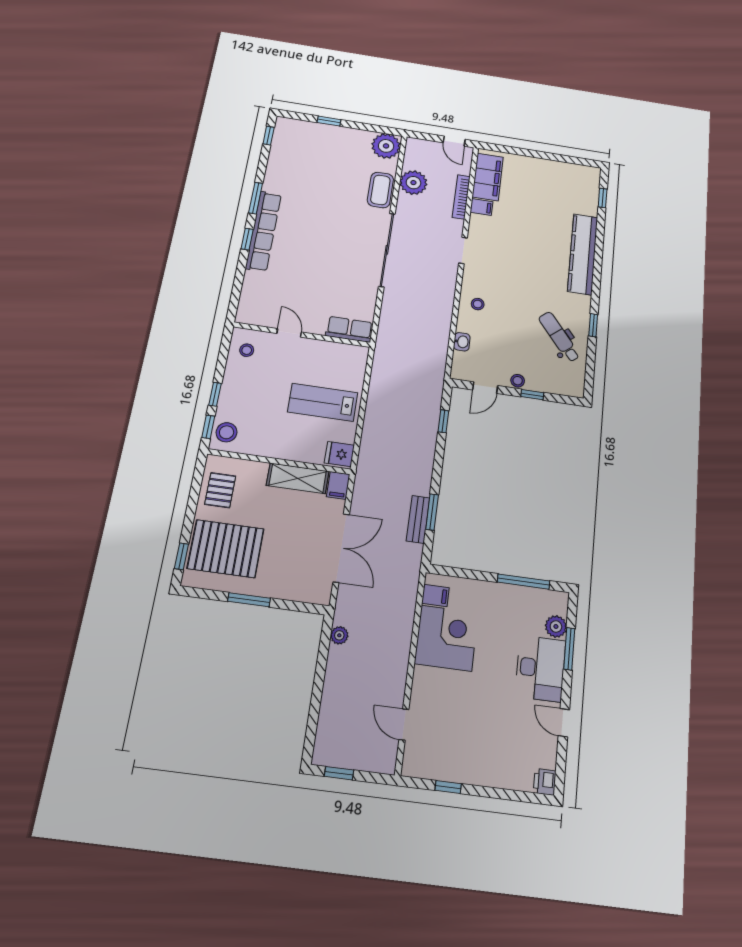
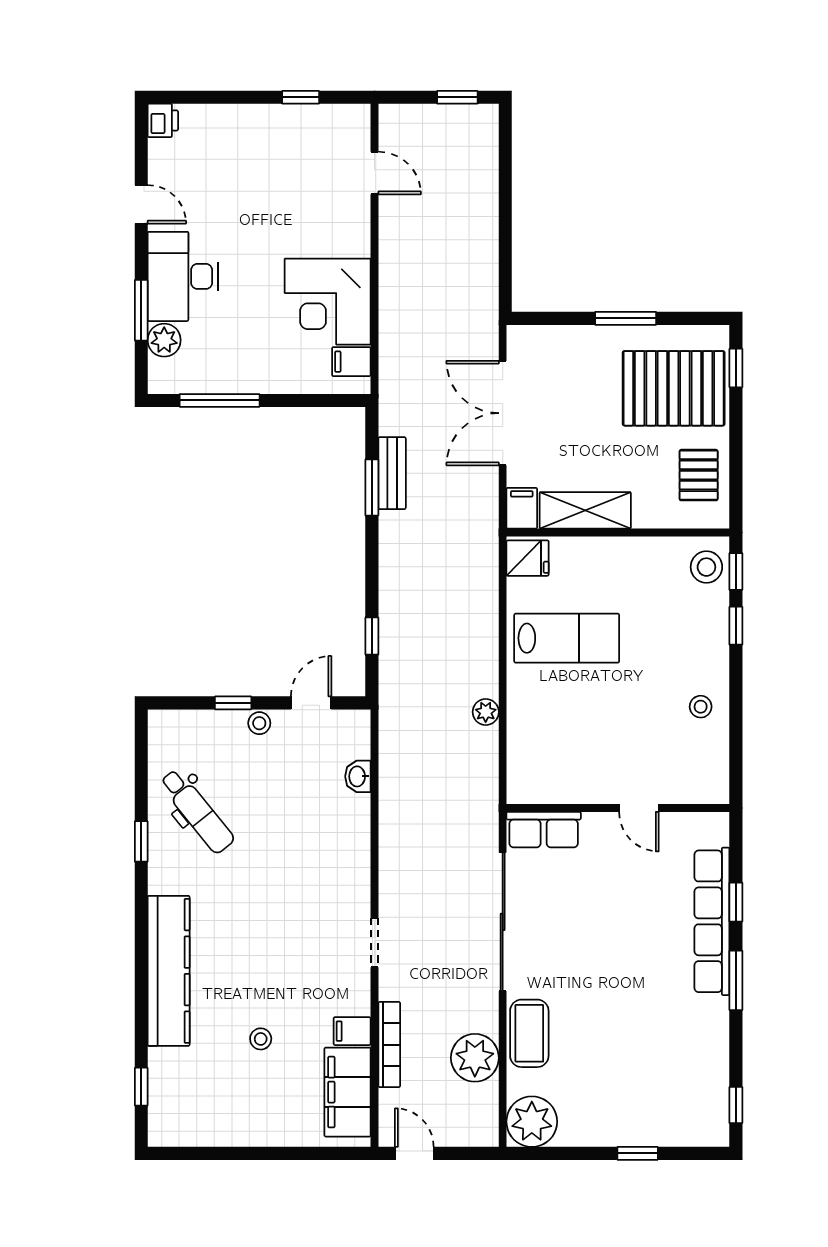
stool: (478, 304) -> (261, 1039), moved
row of seats: (349, 329) -> (544, 830), moved
door: (289, 333) -> (639, 808), moved
wall: (302, 335) -> (618, 808), moved
plant: (339, 635) -> (486, 712), moved

